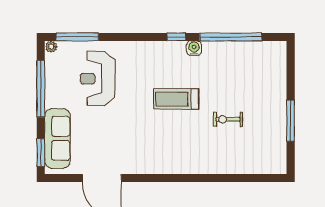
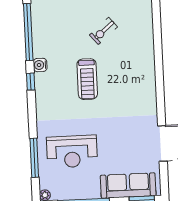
window: (77, 37) -> (34, 158), moved
exercise bike: (228, 119) -> (103, 31), turned 50

